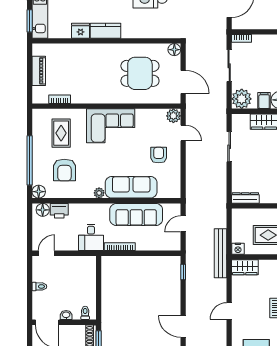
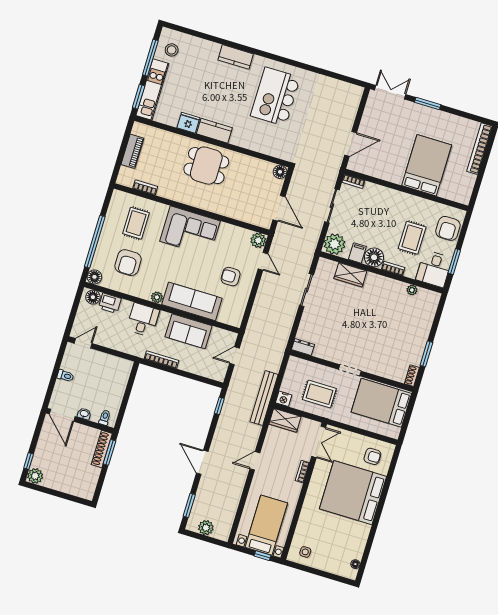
dining table: (140, 73) -> (206, 166), moved
armchair: (159, 155) -> (231, 277), turned -90
dresser: (245, 198) -> (303, 347), width x0.70
sofa: (136, 215) -> (189, 331), width x0.73
desk: (91, 237) -> (143, 320), moved, turned 180

